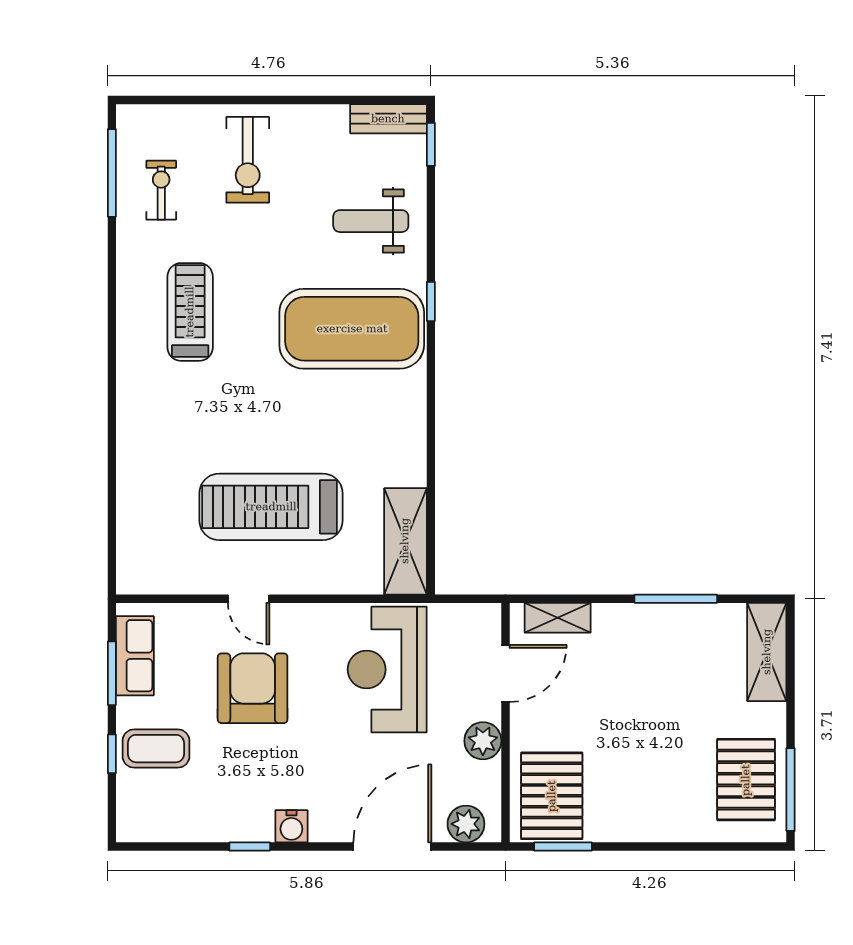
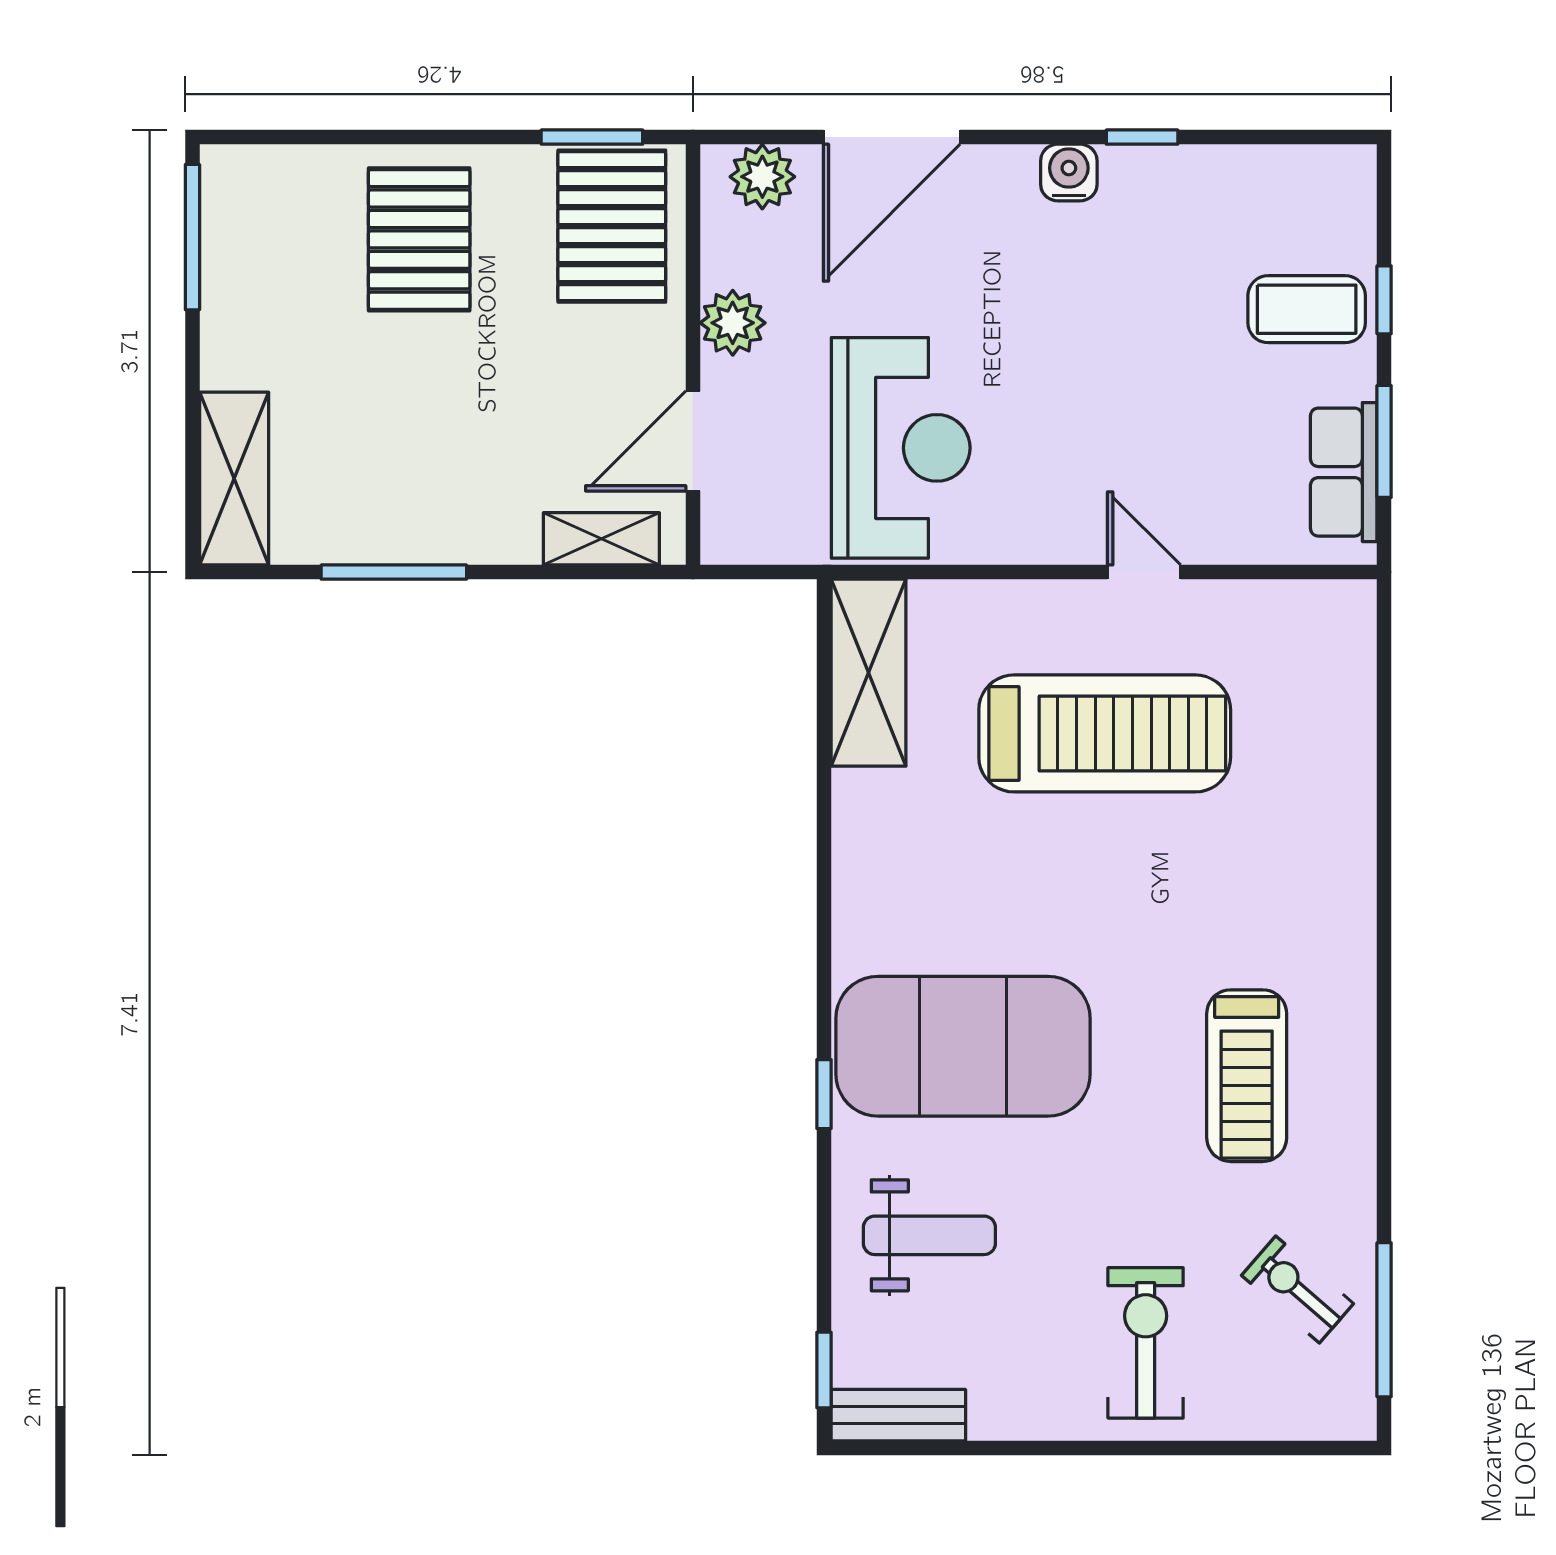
exercise bike: (161, 190) -> (1298, 1290), turned 131
armchair: (253, 688) -> (1137, 415), removed
pallet: (746, 780) -> (419, 239), moved

